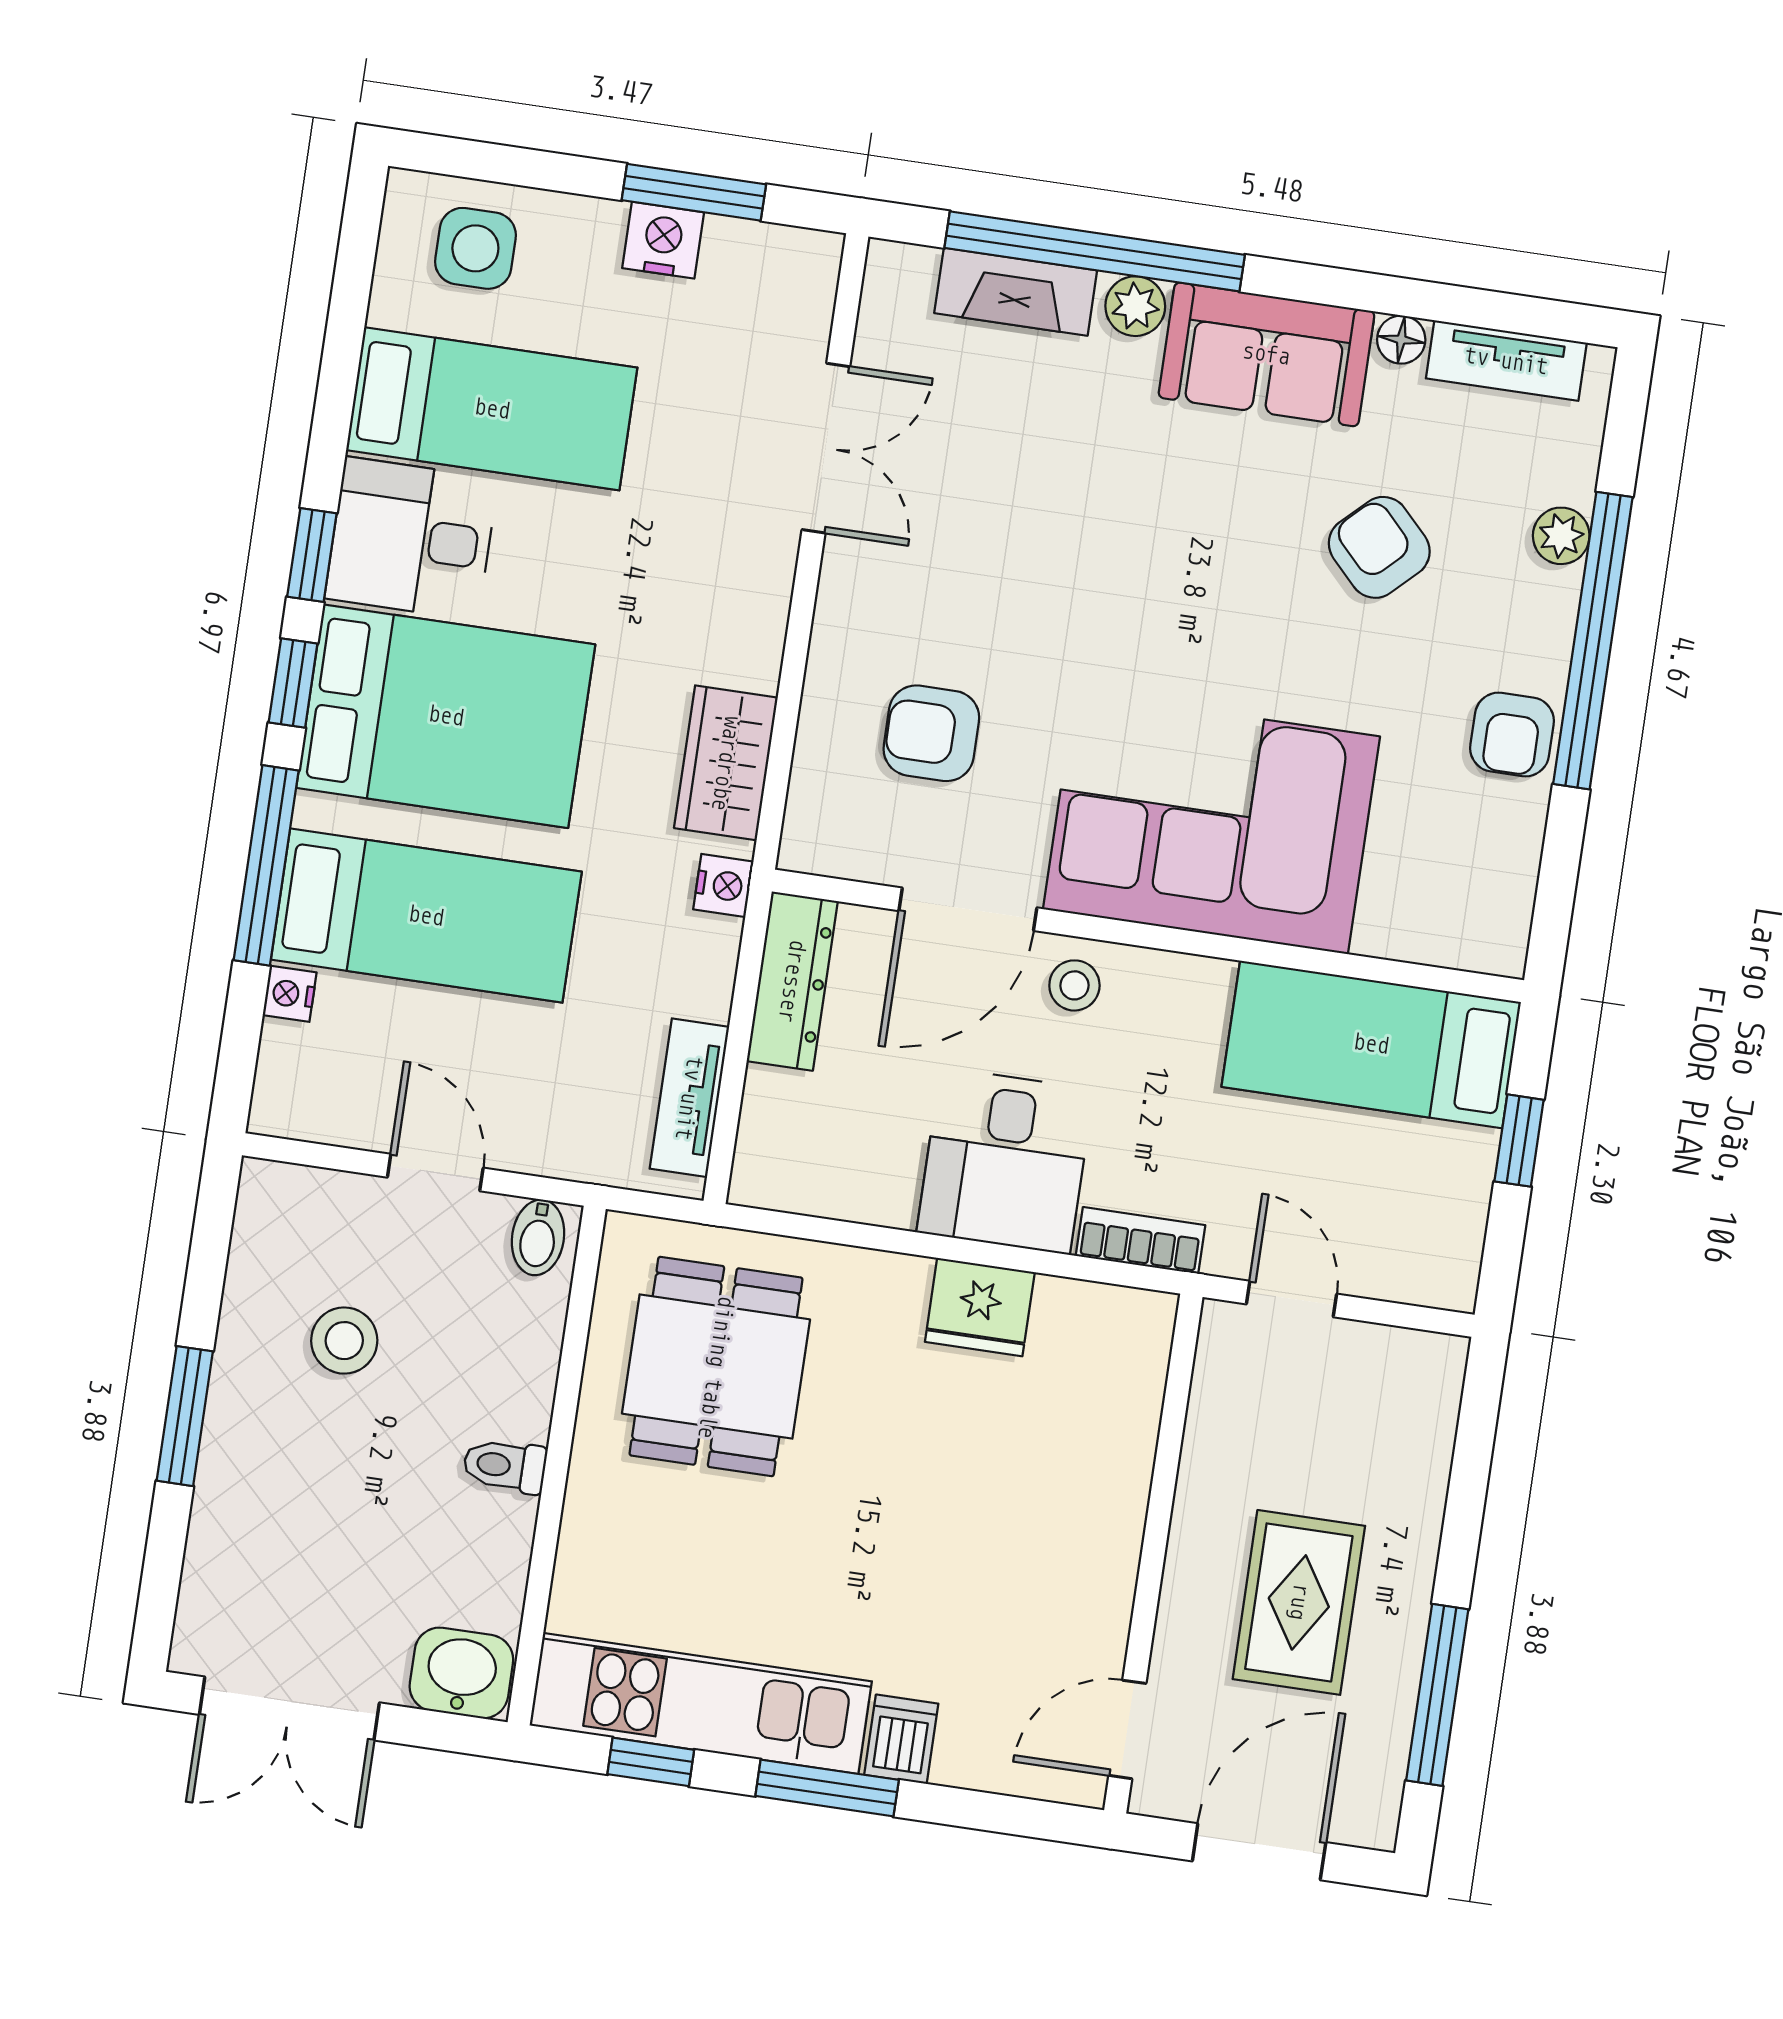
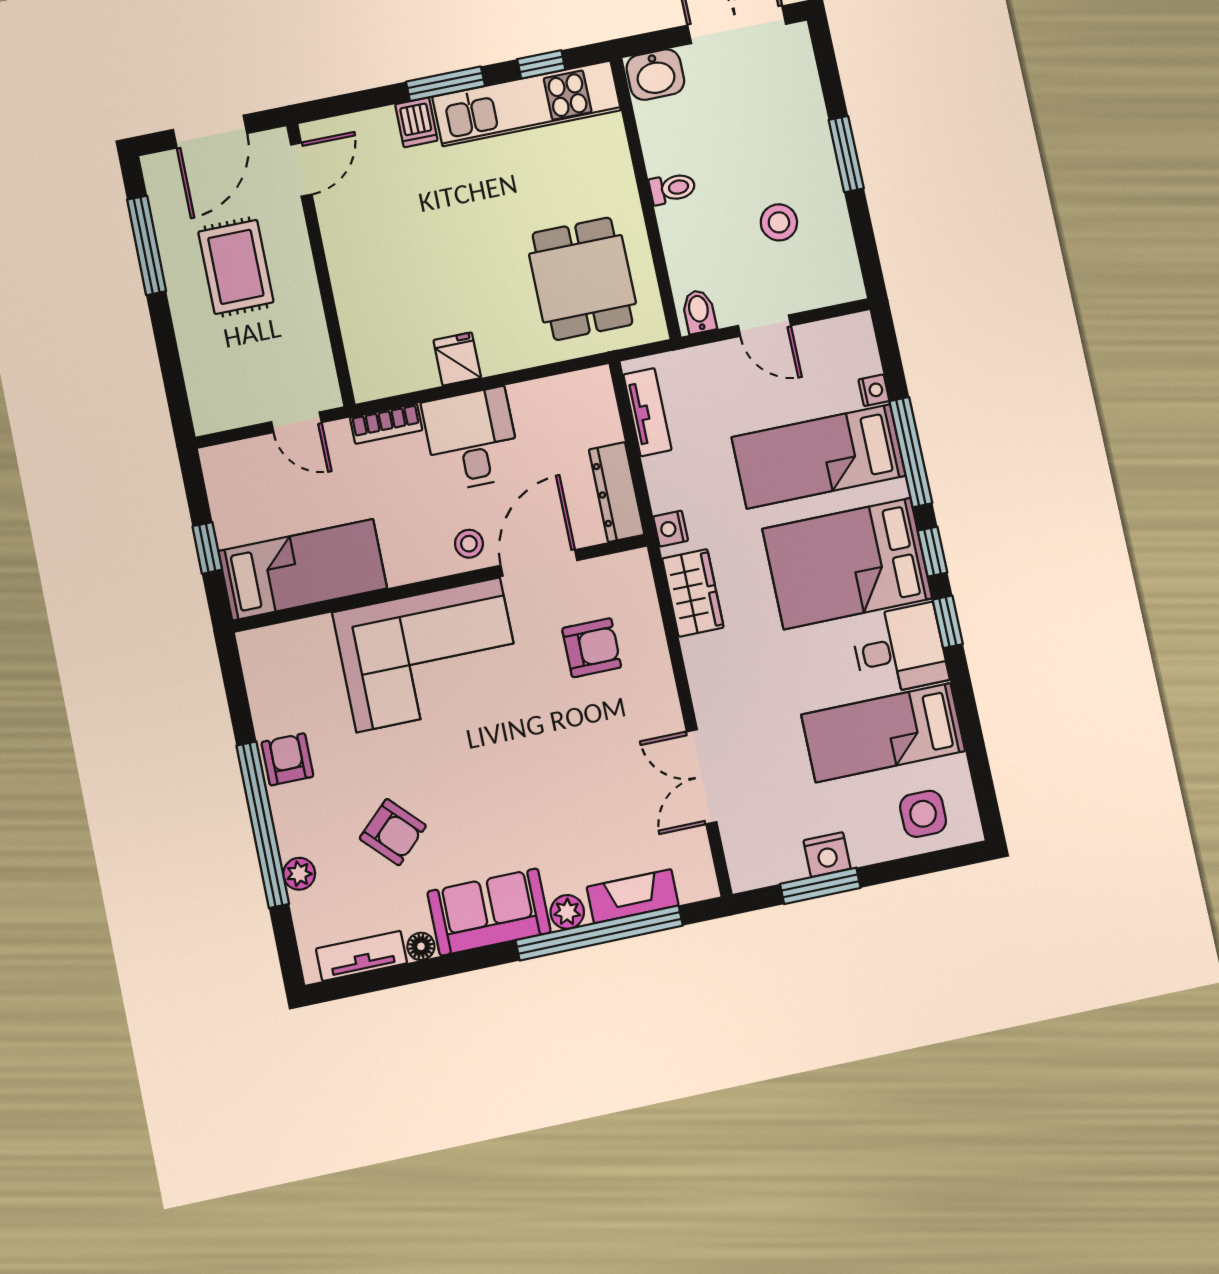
fridge: (980, 1307) -> (457, 359), width x0.72

